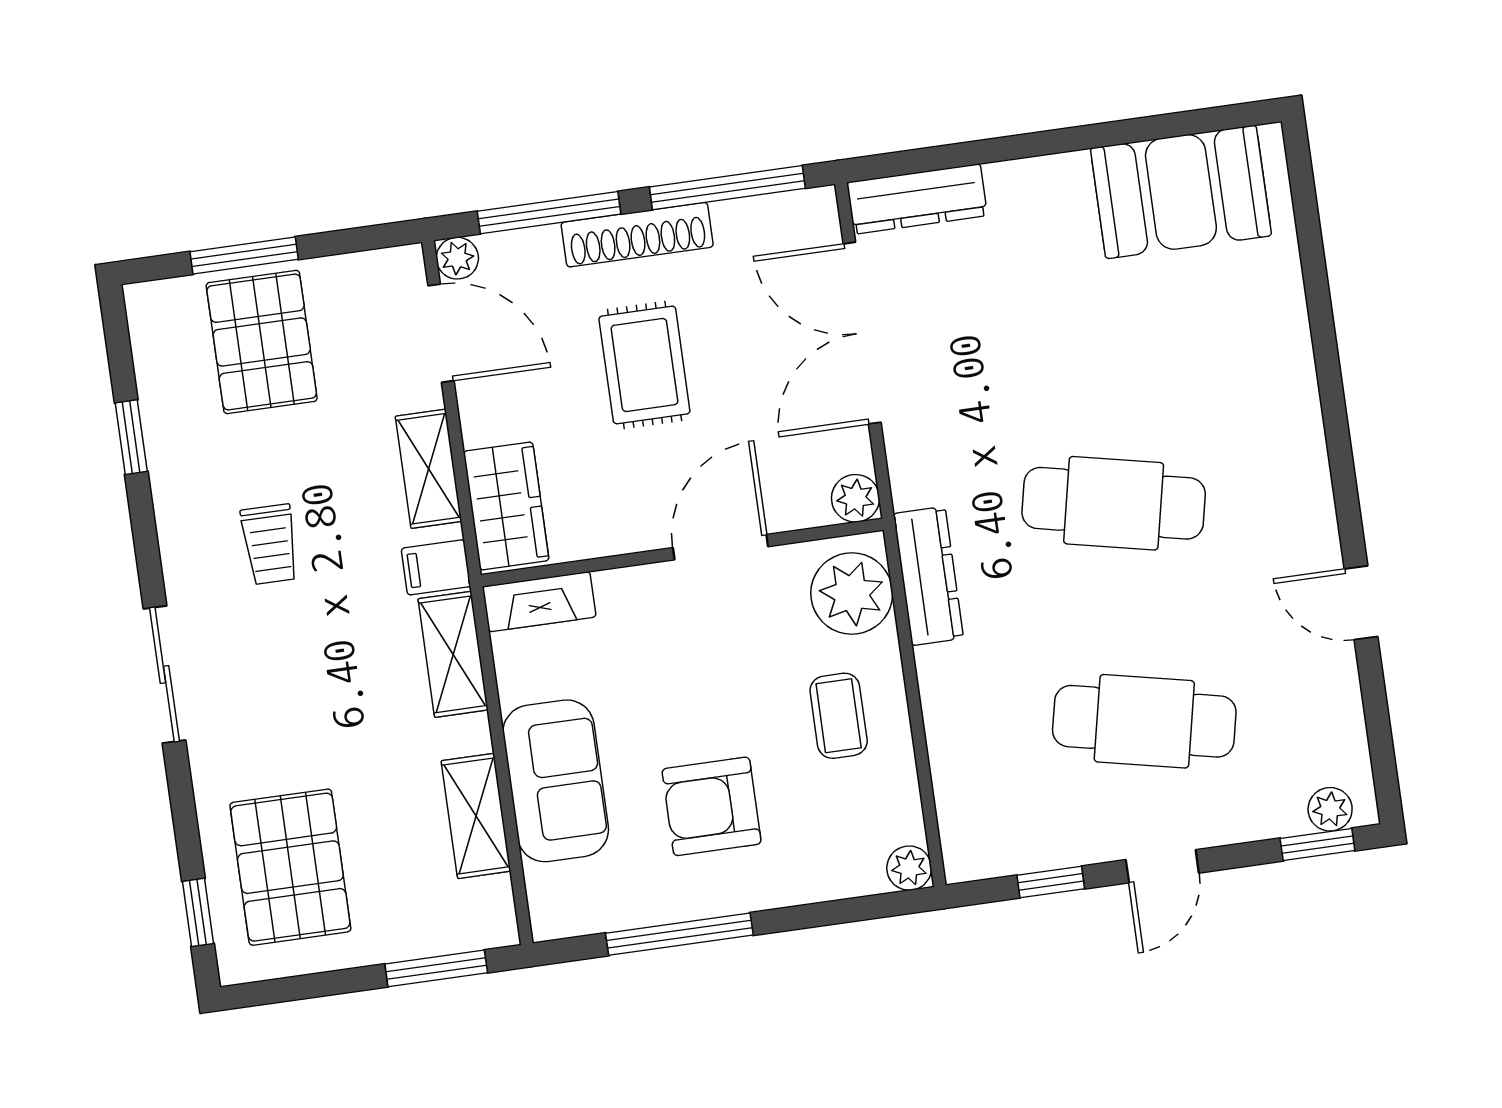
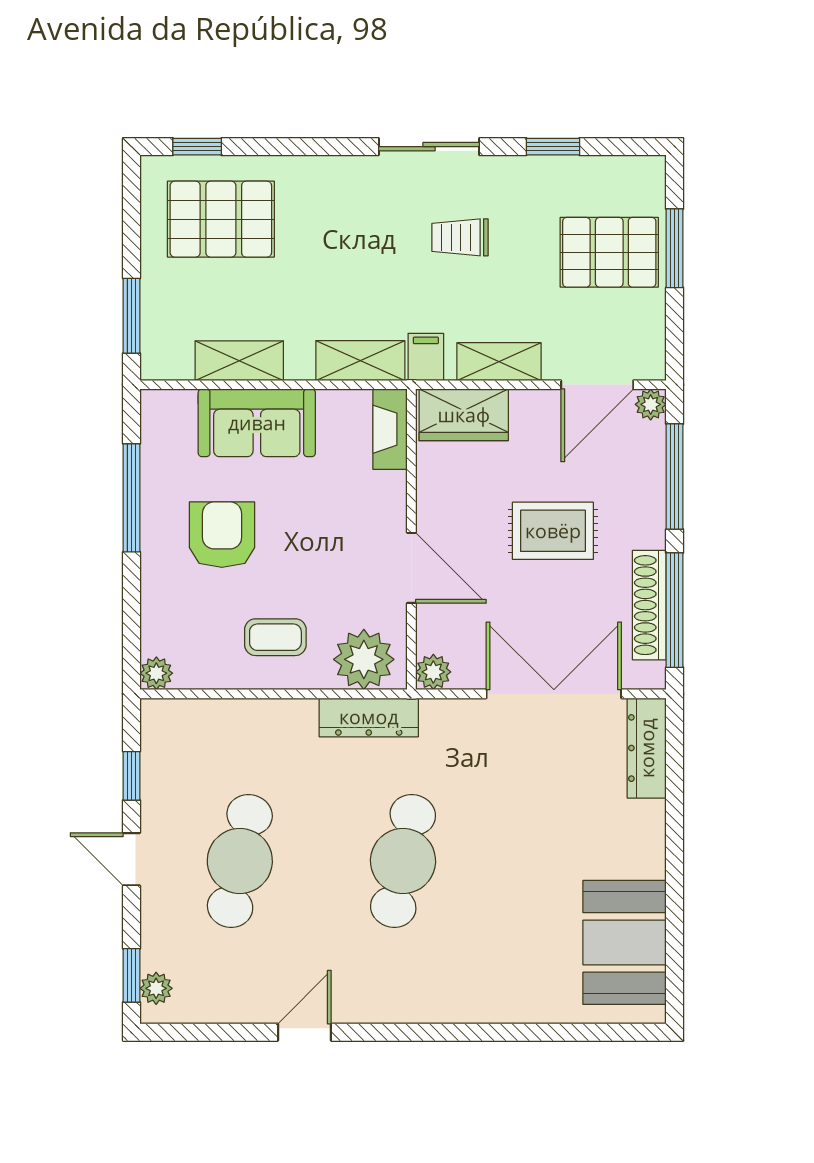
shoe rack: (637, 235) -> (649, 605), moved
sliding door: (165, 675) -> (429, 147), moved

